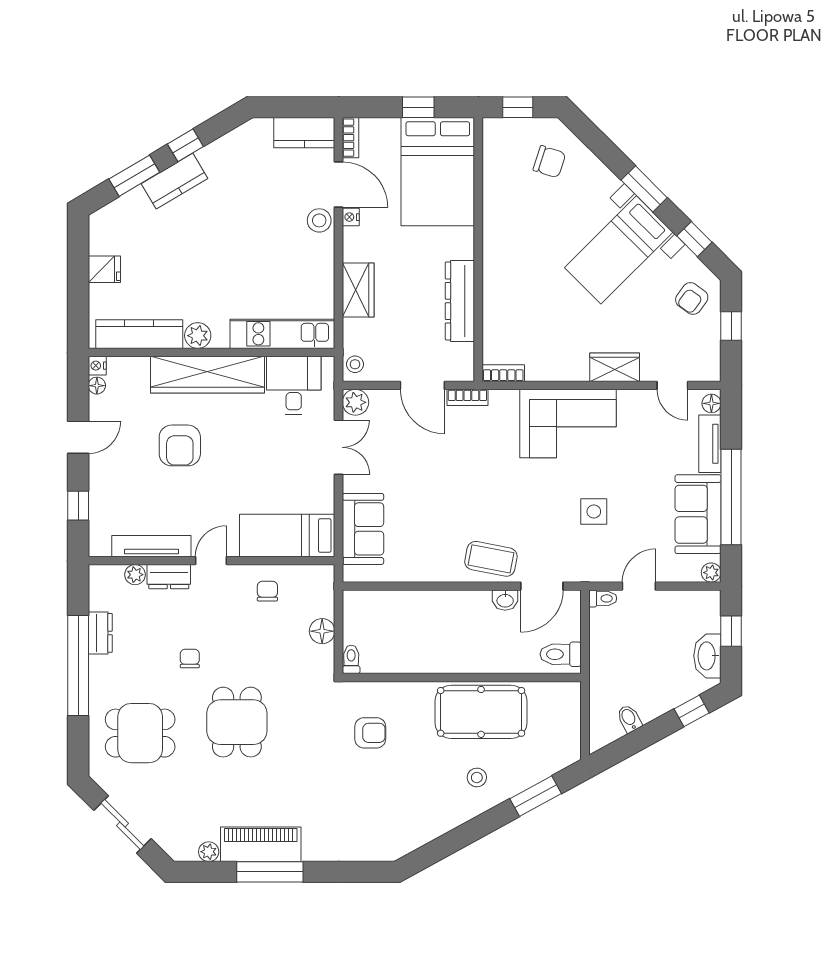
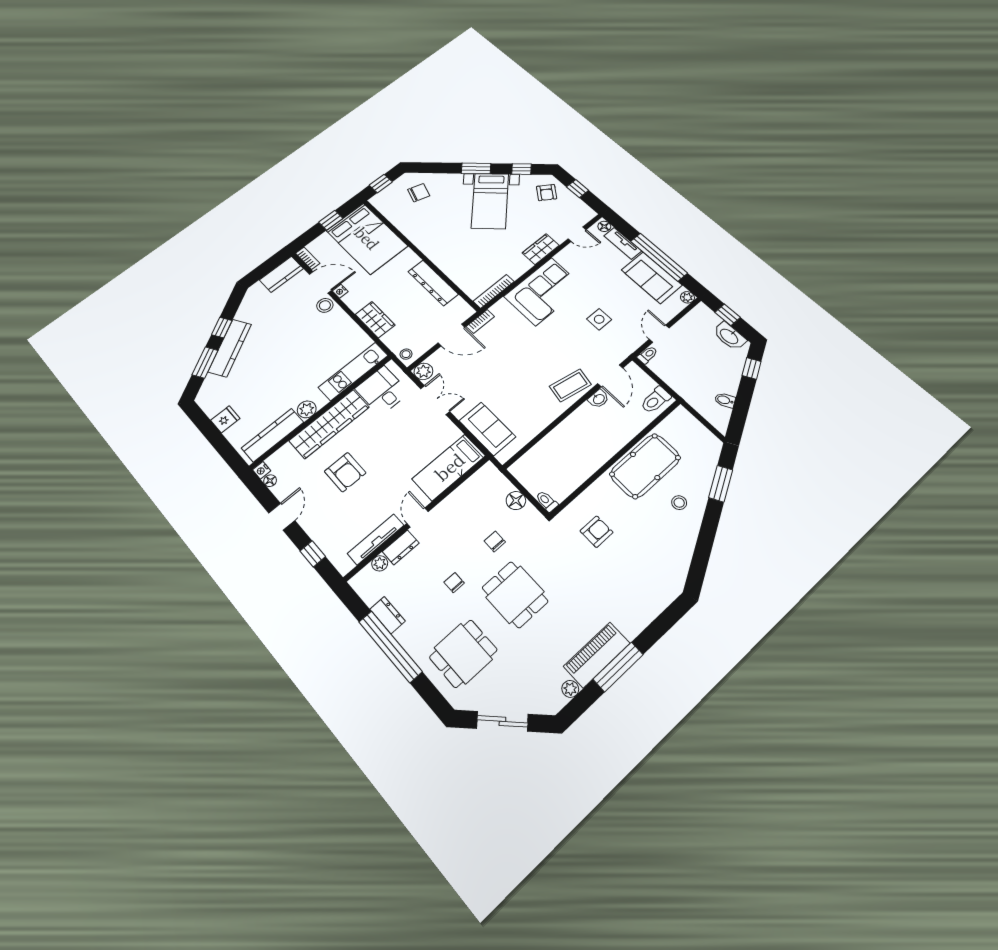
kitchen counter: (174, 181) -> (230, 348), width x1.50
bookcase: (503, 373) -> (494, 291), width x1.56
chair: (267, 591) -> (495, 541), moved

